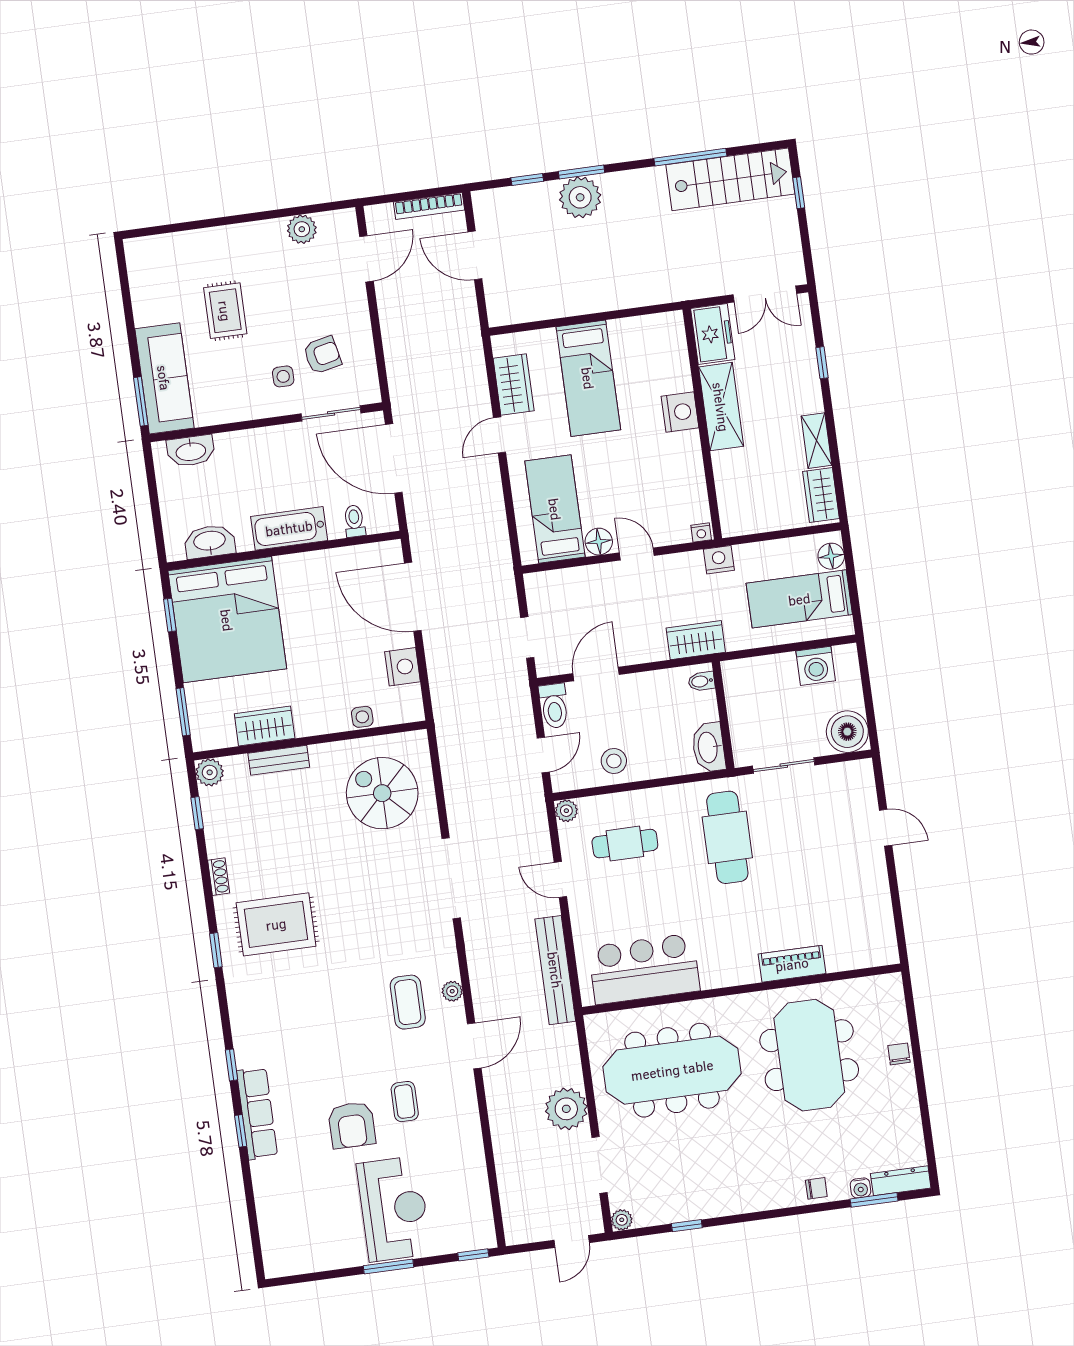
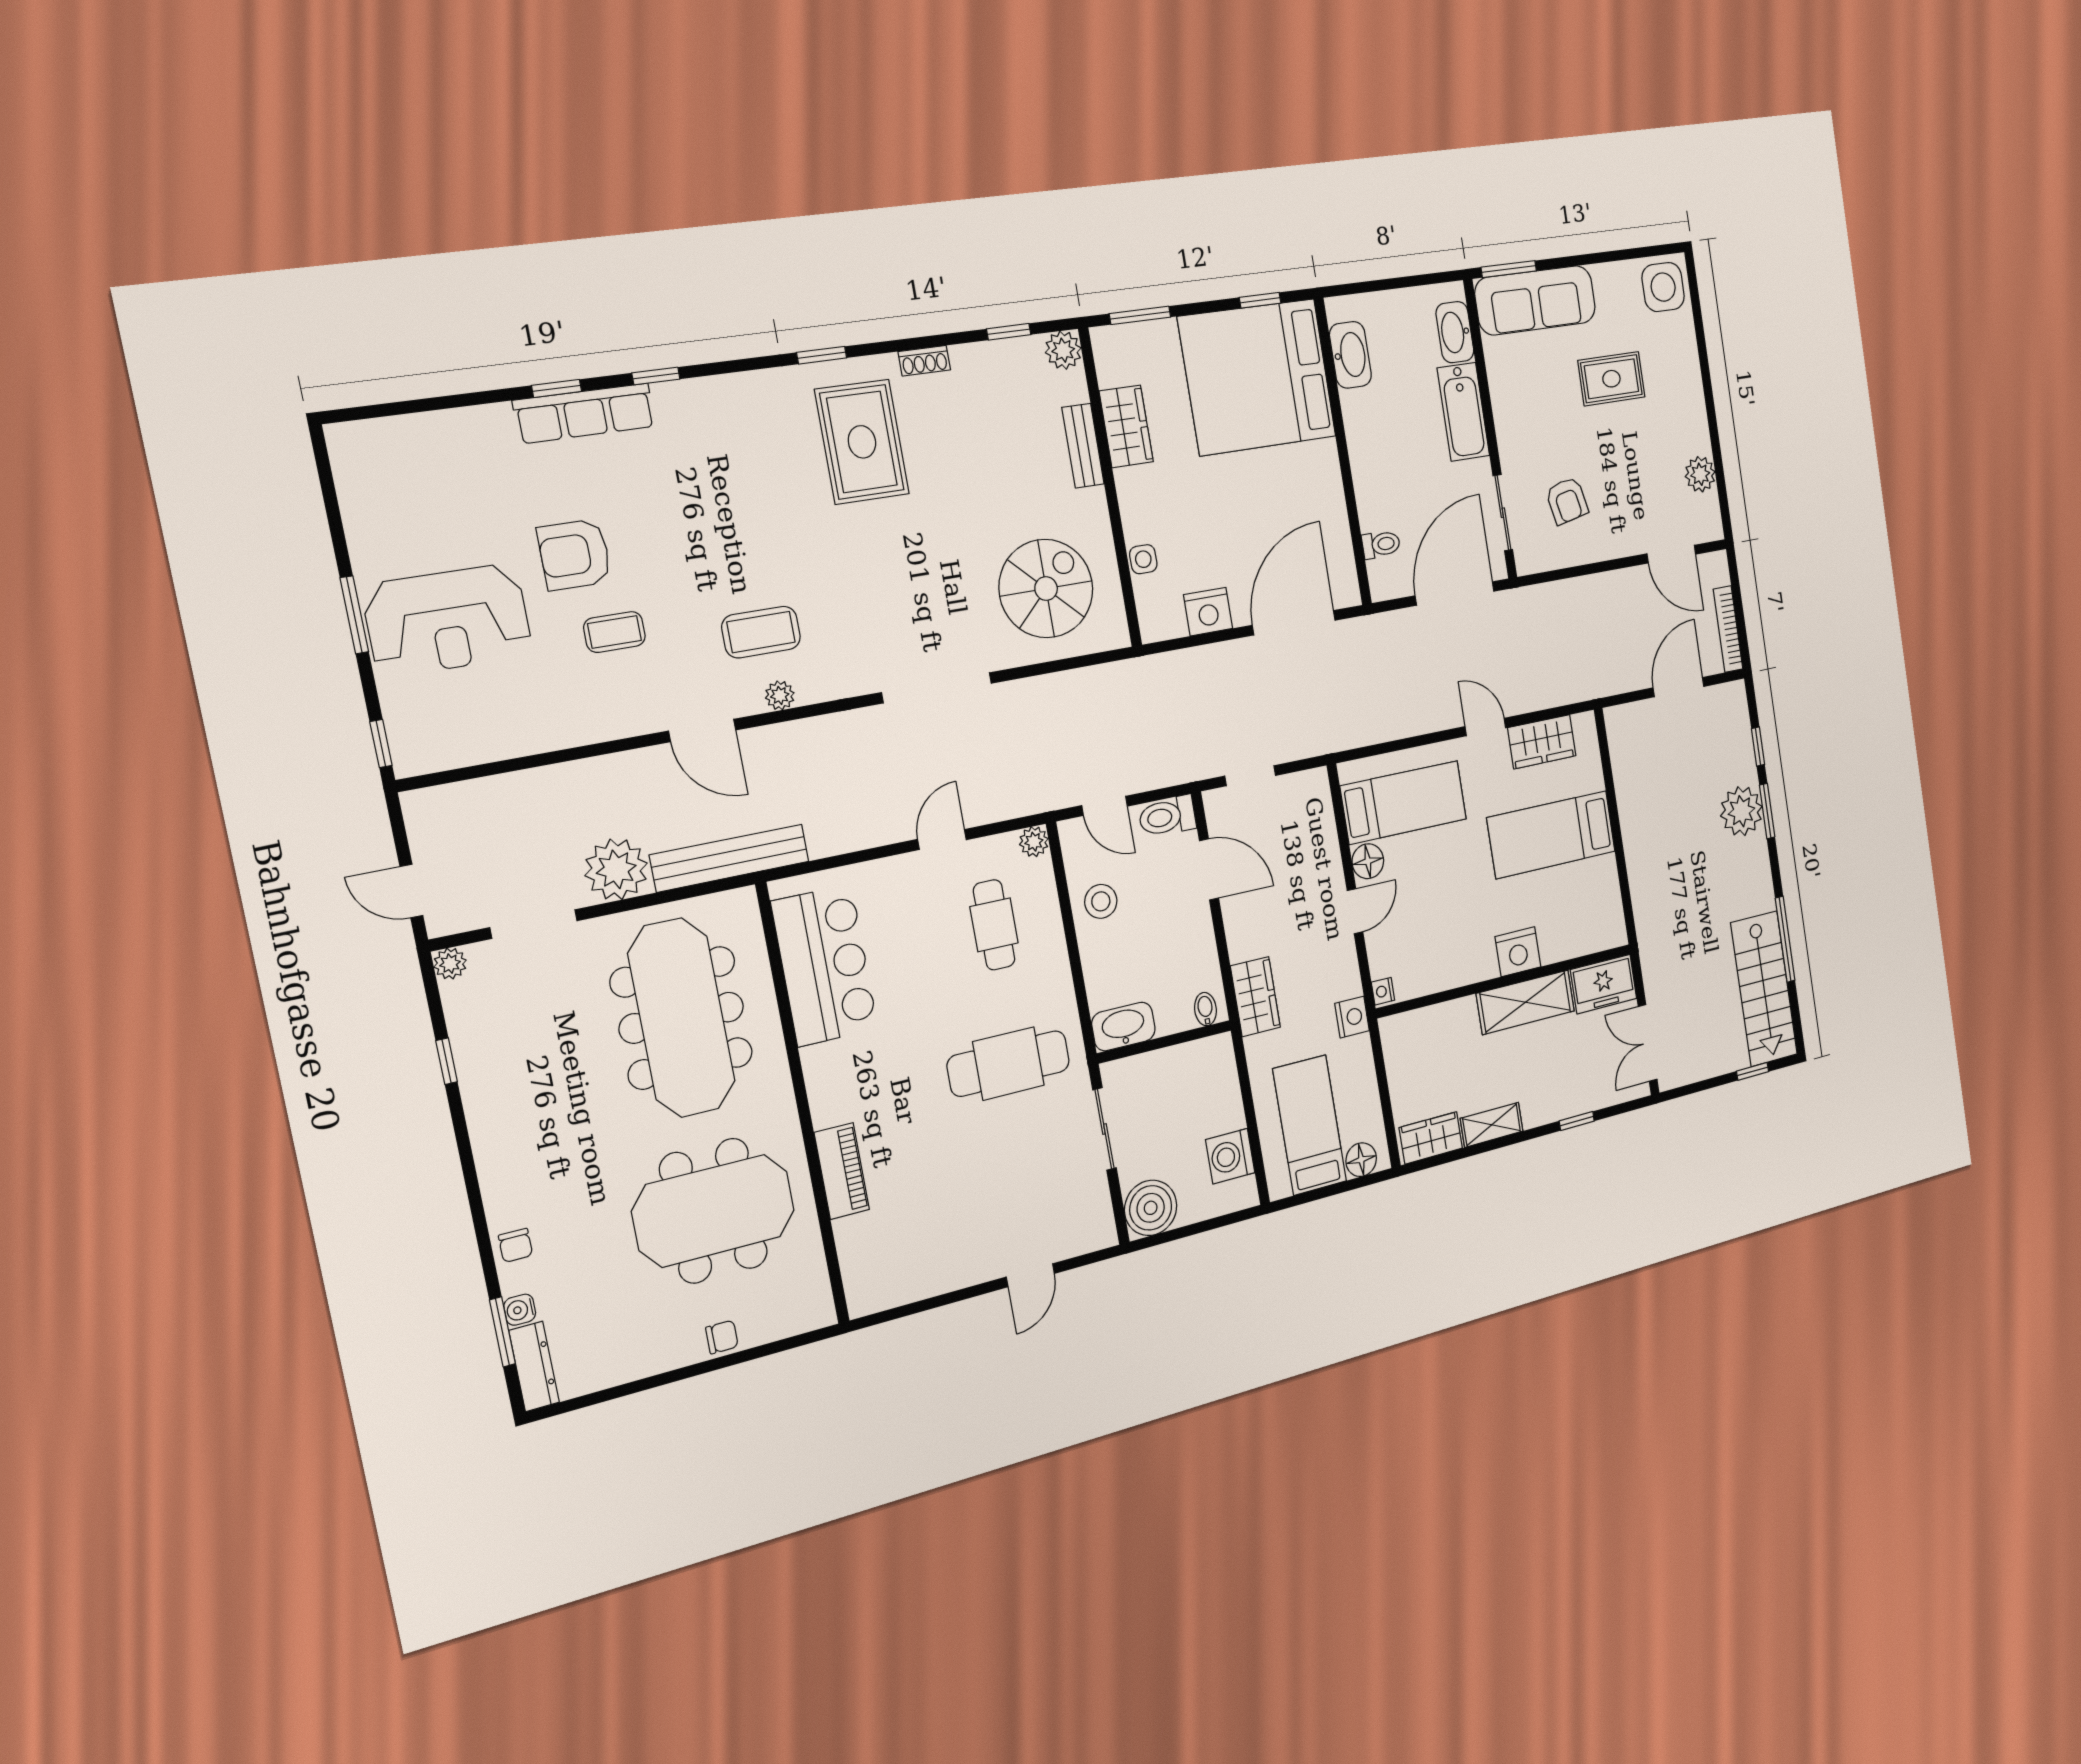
side table: (283, 376) -> (1663, 287), moved, width x1.87, depth x1.87
bathtub: (289, 528) -> (1463, 412), moved, turned 180
bench: (555, 970) -> (730, 858), moved

